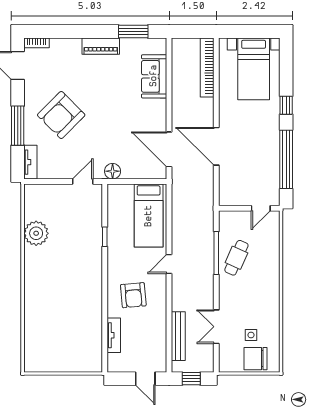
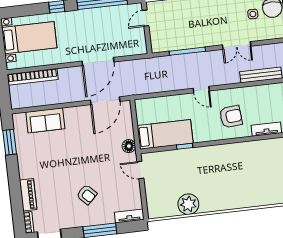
piano: (101, 46) -> (28, 195), moved
armchair: (61, 115) -> (87, 195), width x0.53, depth x0.53
door: (261, 208) -> (145, 18), swing flipped
bed: (149, 216) -> (165, 134), moved
cafe table: (236, 258) -> (189, 34), removed
double door: (216, 327) -> (237, 45), moved

